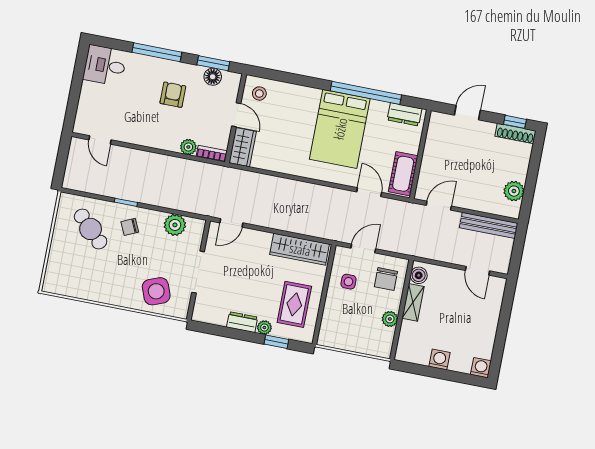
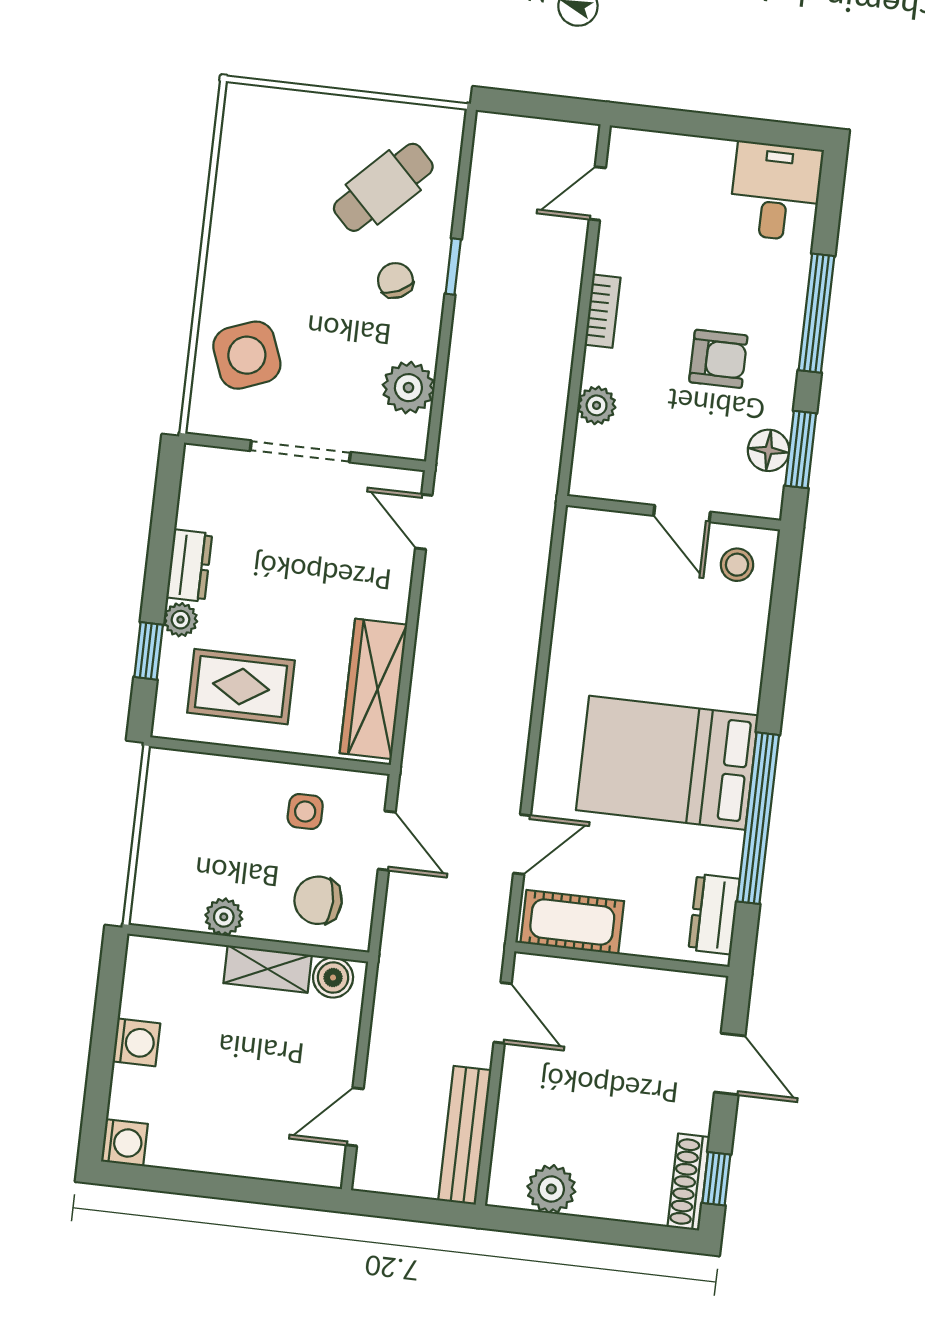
door: (236, 115) -> (682, 514), hinge flipped
wardrobe: (243, 147) -> (606, 535), removed
bookcase: (212, 154) -> (603, 311), moved

